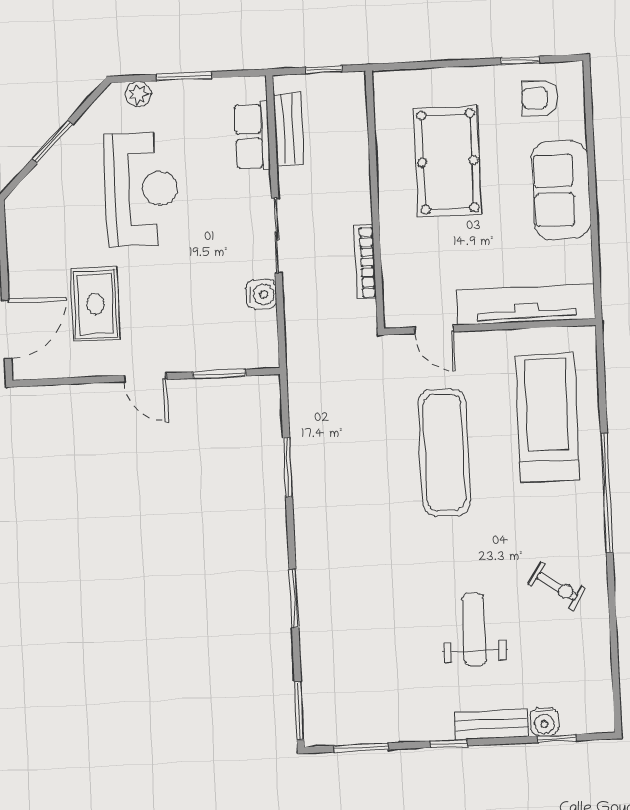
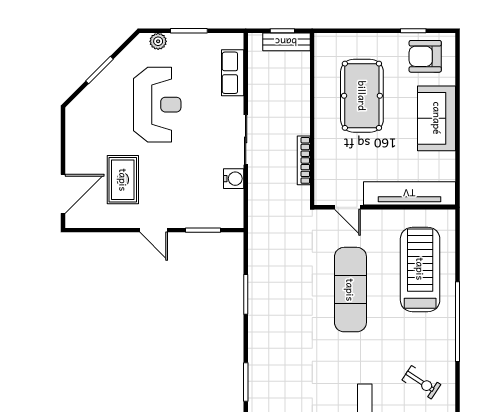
armchair: (540, 98) -> (425, 56), width x1.38, depth x1.38
bench: (288, 129) -> (286, 42), moved, turned 90

